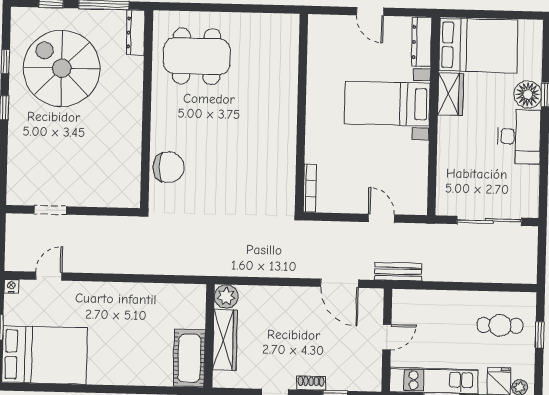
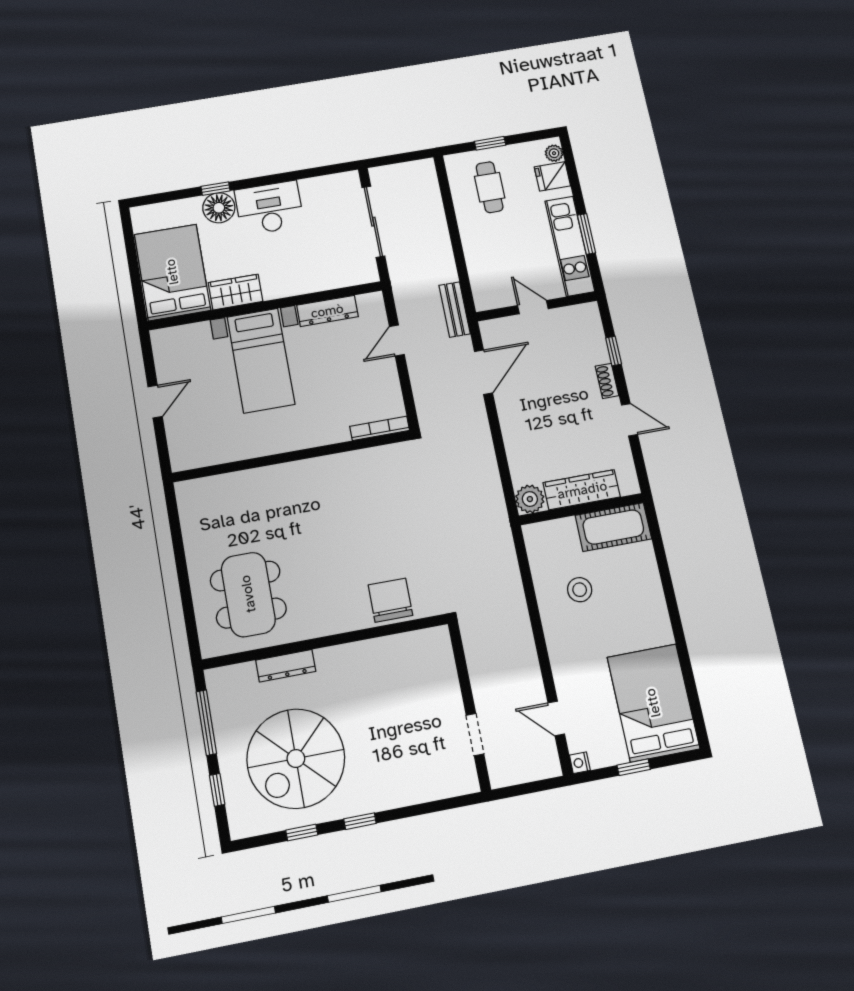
dresser: (136, 33) -> (286, 666), moved
dresser: (422, 42) -> (327, 311), moved
stool: (145, 319) -> (580, 590), added

